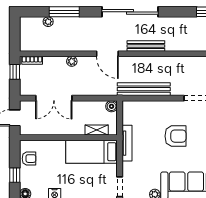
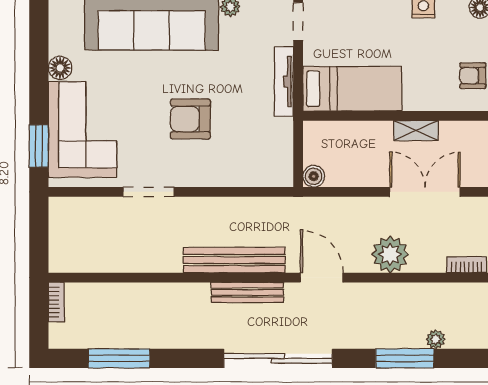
plant: (72, 61) -> (390, 254), width x1.88, depth x1.88
bench: (144, 89) -> (234, 260), moved
shelving: (97, 130) -> (416, 131), moved
tv unit: (127, 143) -> (284, 82), moved

